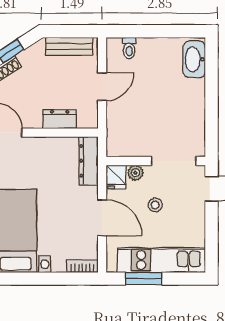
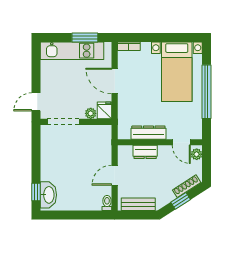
toilet: (129, 48) -> (107, 203), moved
window: (212, 63) -> (36, 192), added
dresser: (89, 161) -> (148, 133), moved, turned -90
stool: (155, 205) -> (76, 90), removed

